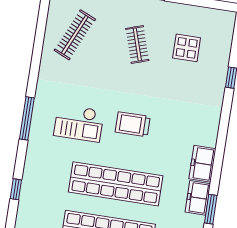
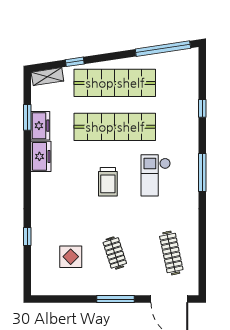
clothes rail: (75, 35) -> (171, 253), turned -36
checkout: (79, 123) -> (156, 175), turned -90
trolley: (133, 124) -> (108, 182), turned 90

